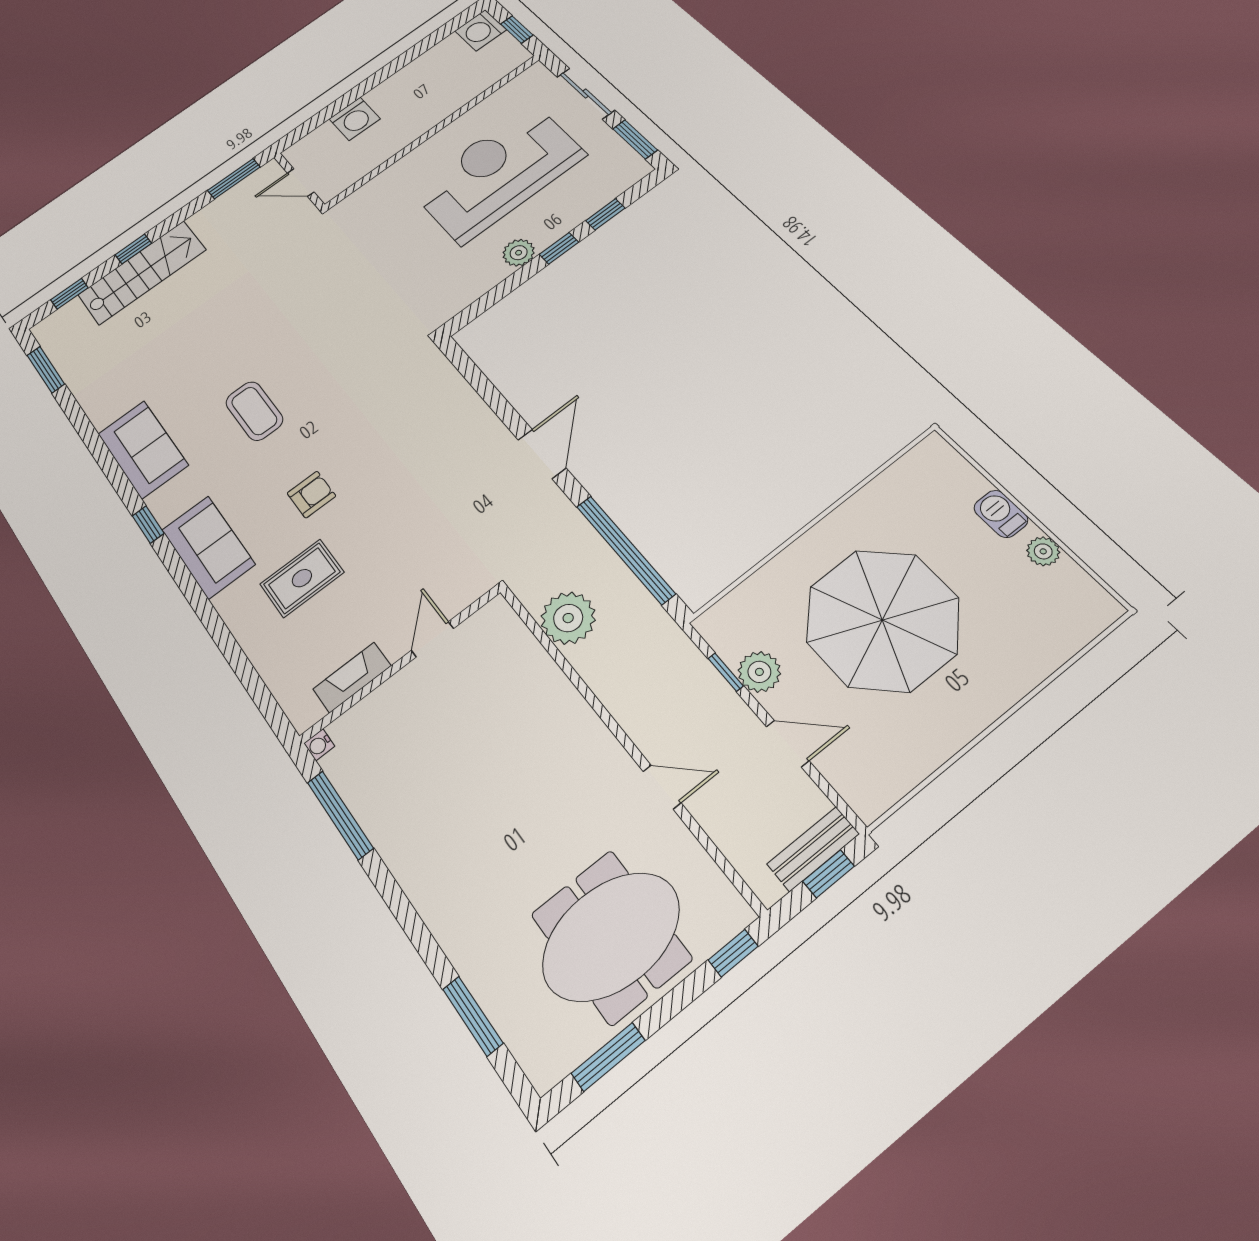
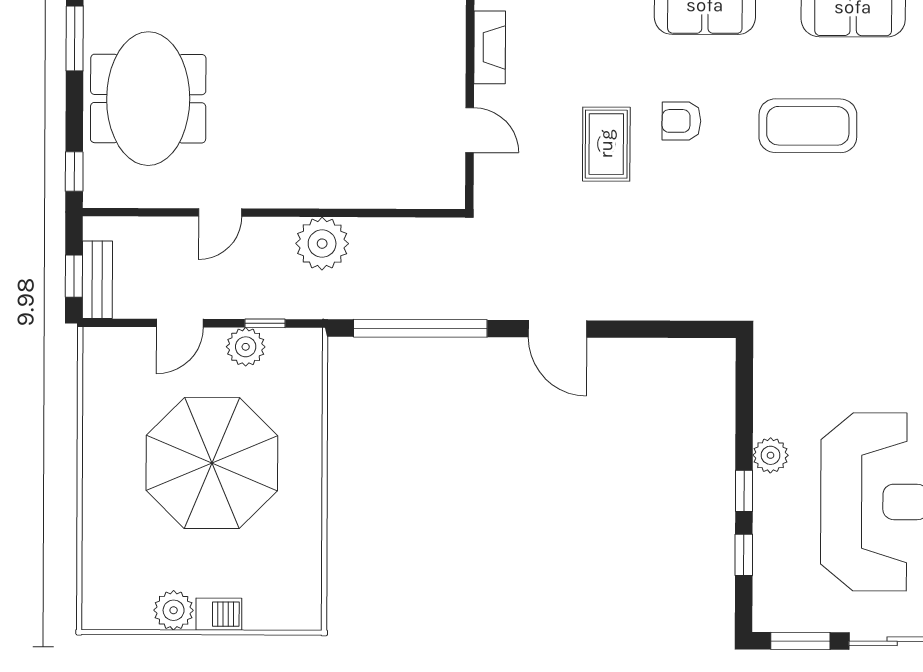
coffee table: (254, 411) -> (808, 126), width x1.36, depth x1.32
armchair: (311, 495) -> (681, 121), turned 90
plant: (1043, 551) -> (174, 610), width x1.38, depth x1.38
rug: (302, 578) -> (606, 144), moved
plant: (568, 618) -> (322, 244), moved

